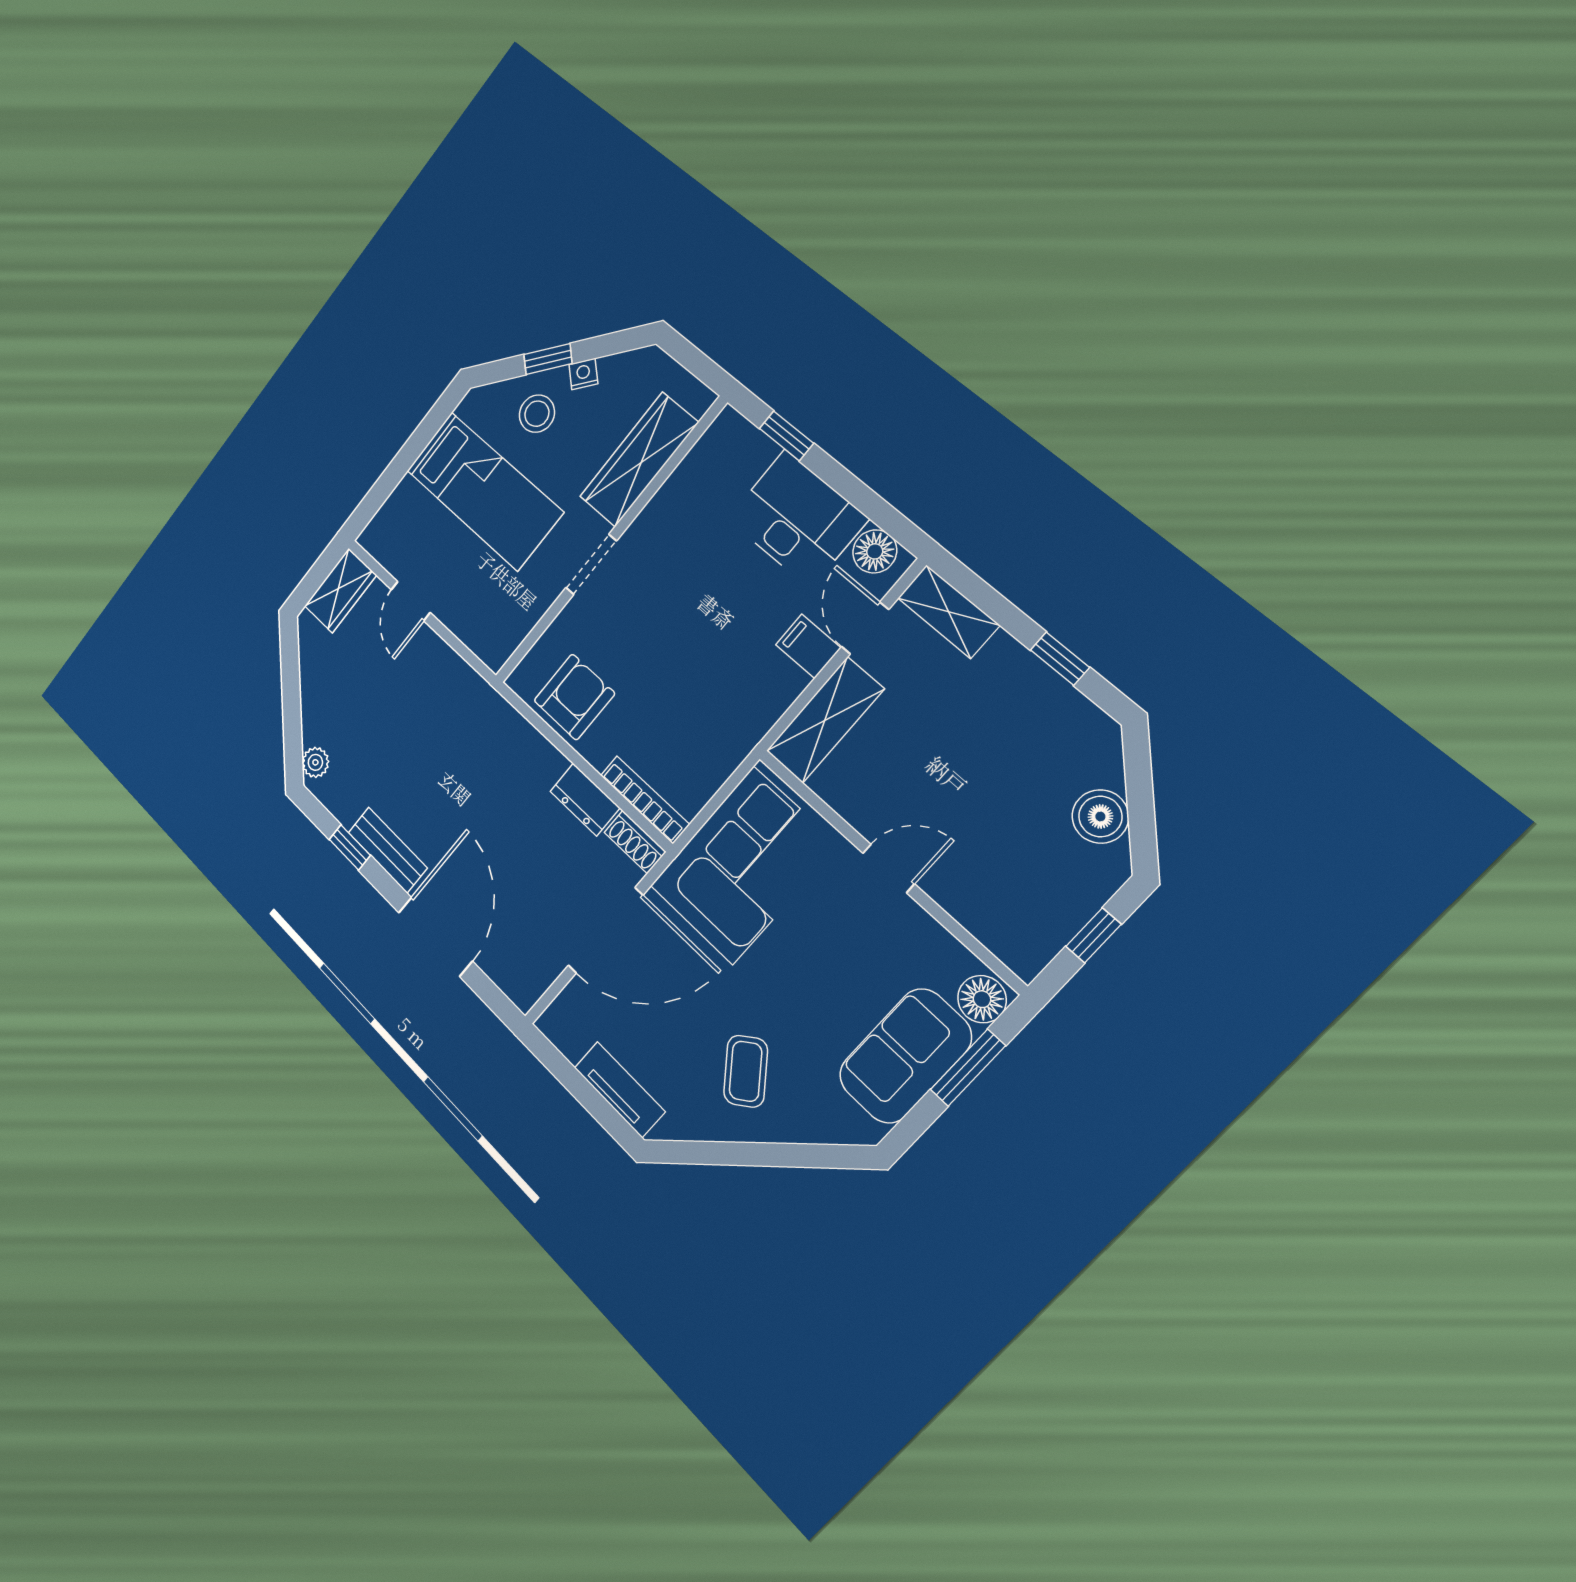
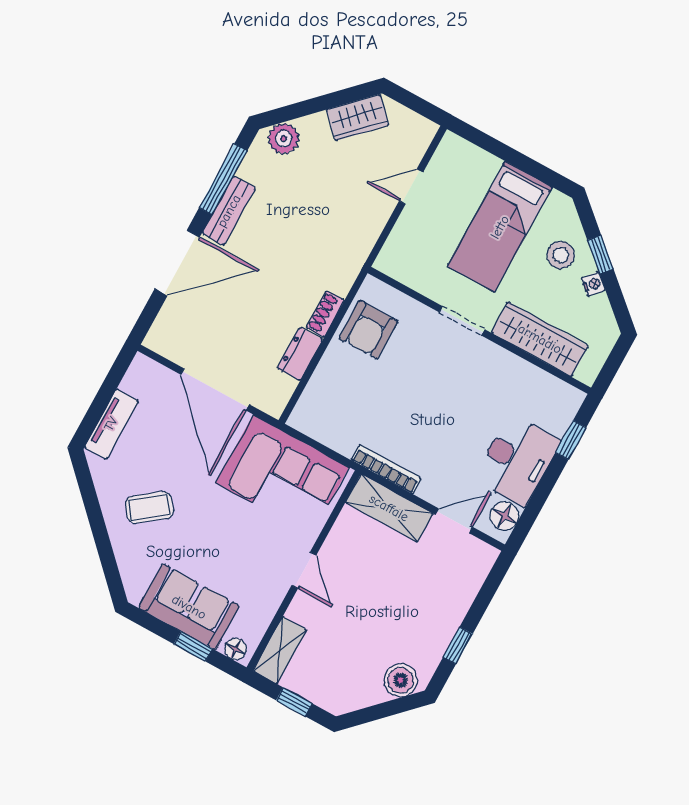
wardrobe: (340, 591) -> (358, 117), moved, turned -45
shelving: (948, 612) -> (280, 650), moved
filing cabinet: (808, 646) -> (435, 486), removed
armchair: (574, 697) -> (368, 330), turned 90
plant: (315, 762) -> (284, 139), width x1.38, depth x1.38
bookcase: (645, 800) -> (386, 469), moved, turned -90
boiler: (1100, 817) -> (401, 680), moved
shoe rack: (635, 842) -> (325, 314), moved
window: (350, 847) -> (223, 179), width x2.17
floor lamp: (982, 999) -> (236, 649), width x0.73, depth x0.73
window: (968, 1068) -> (193, 646), width x0.67

